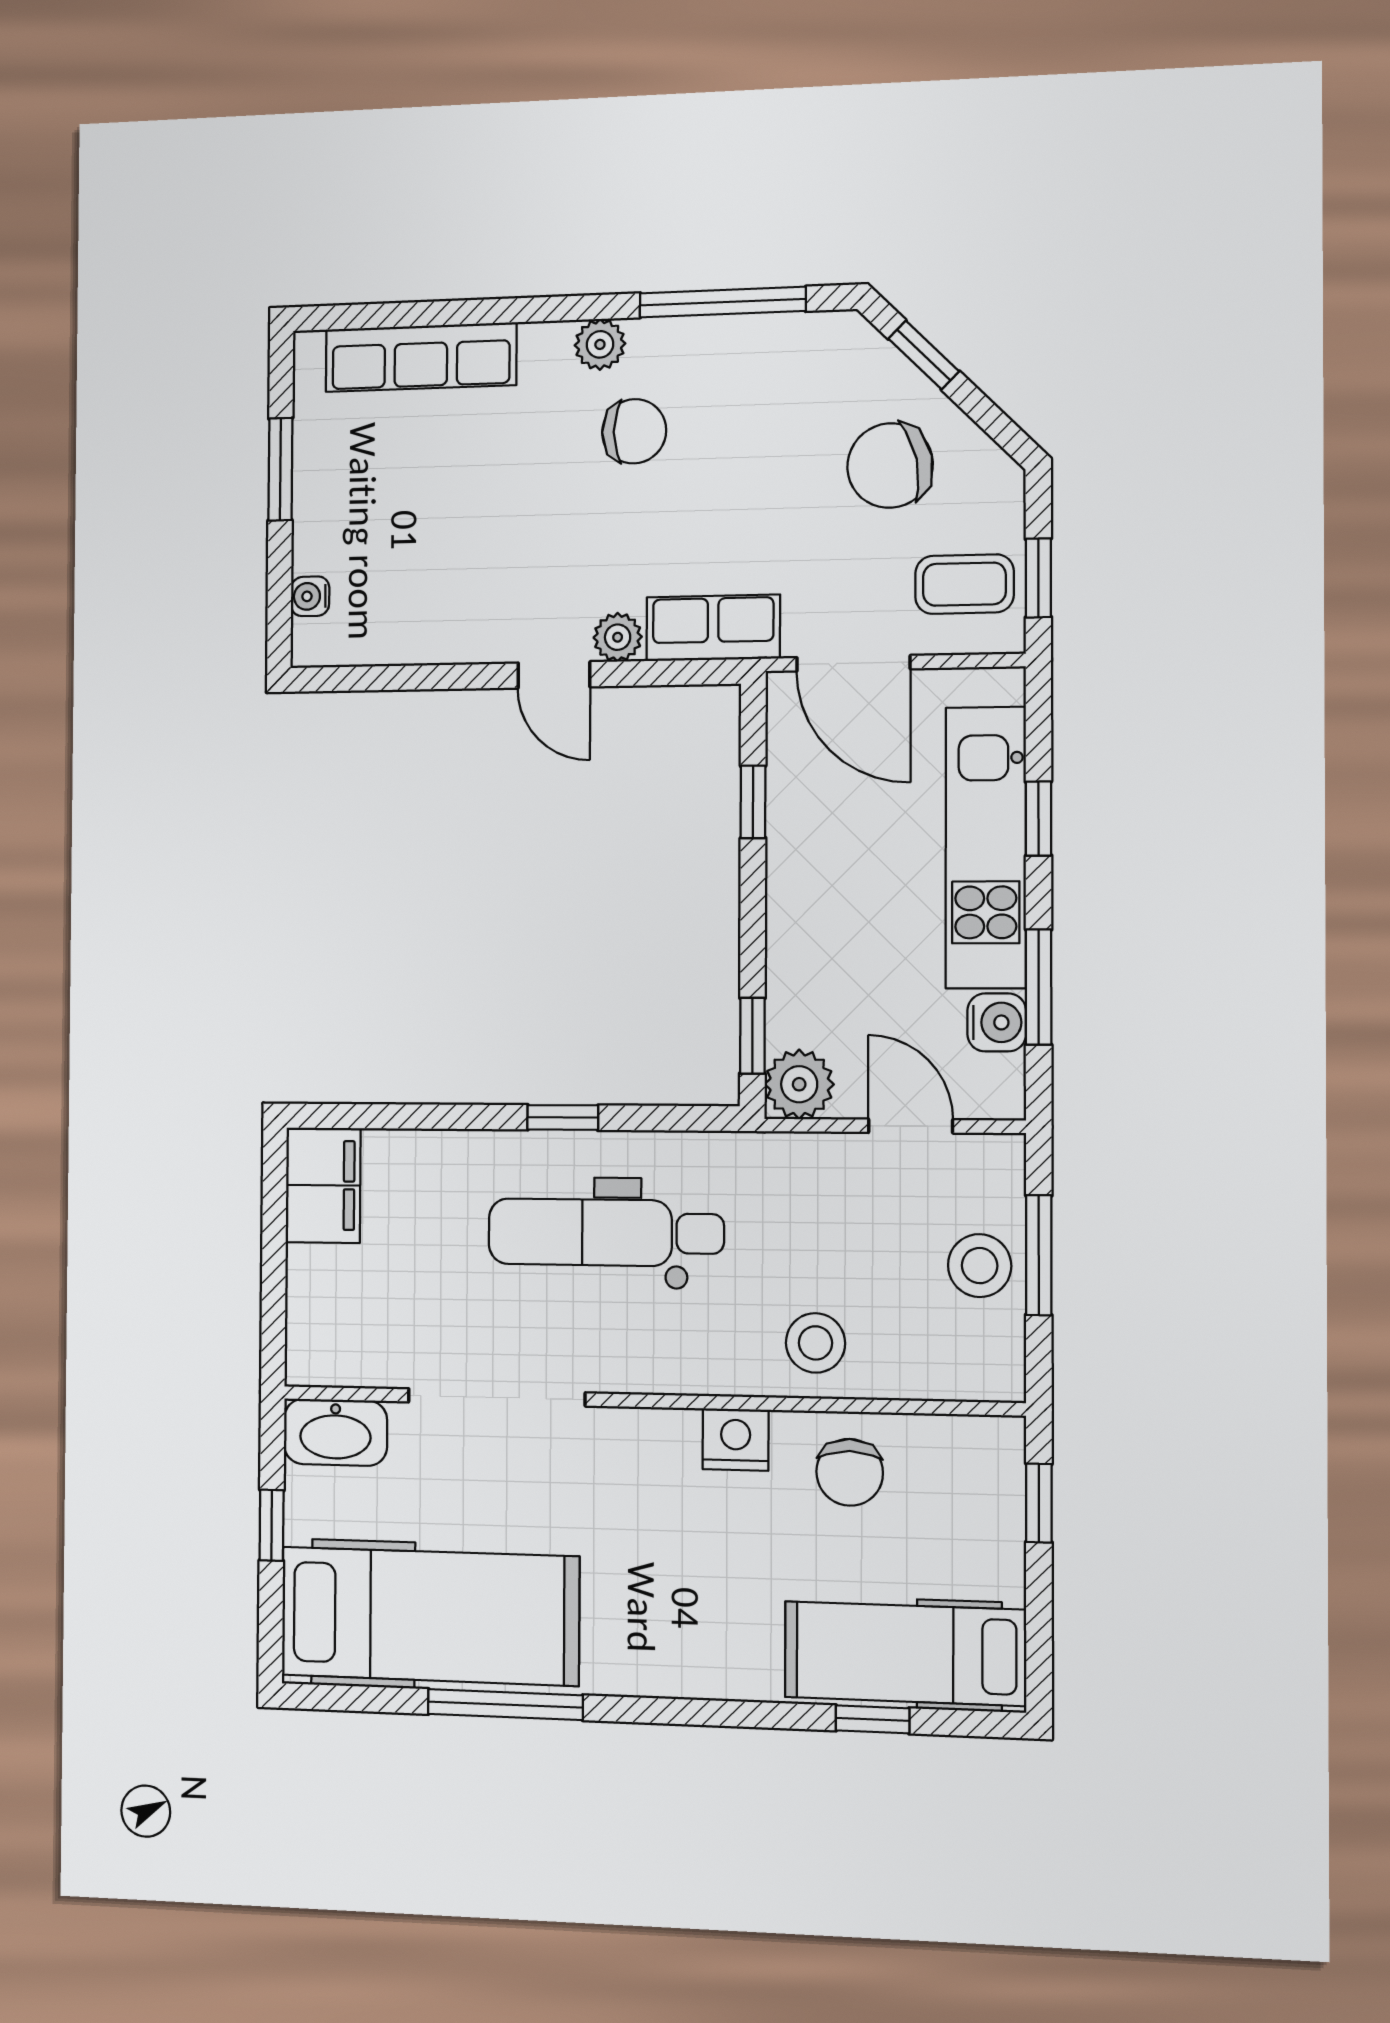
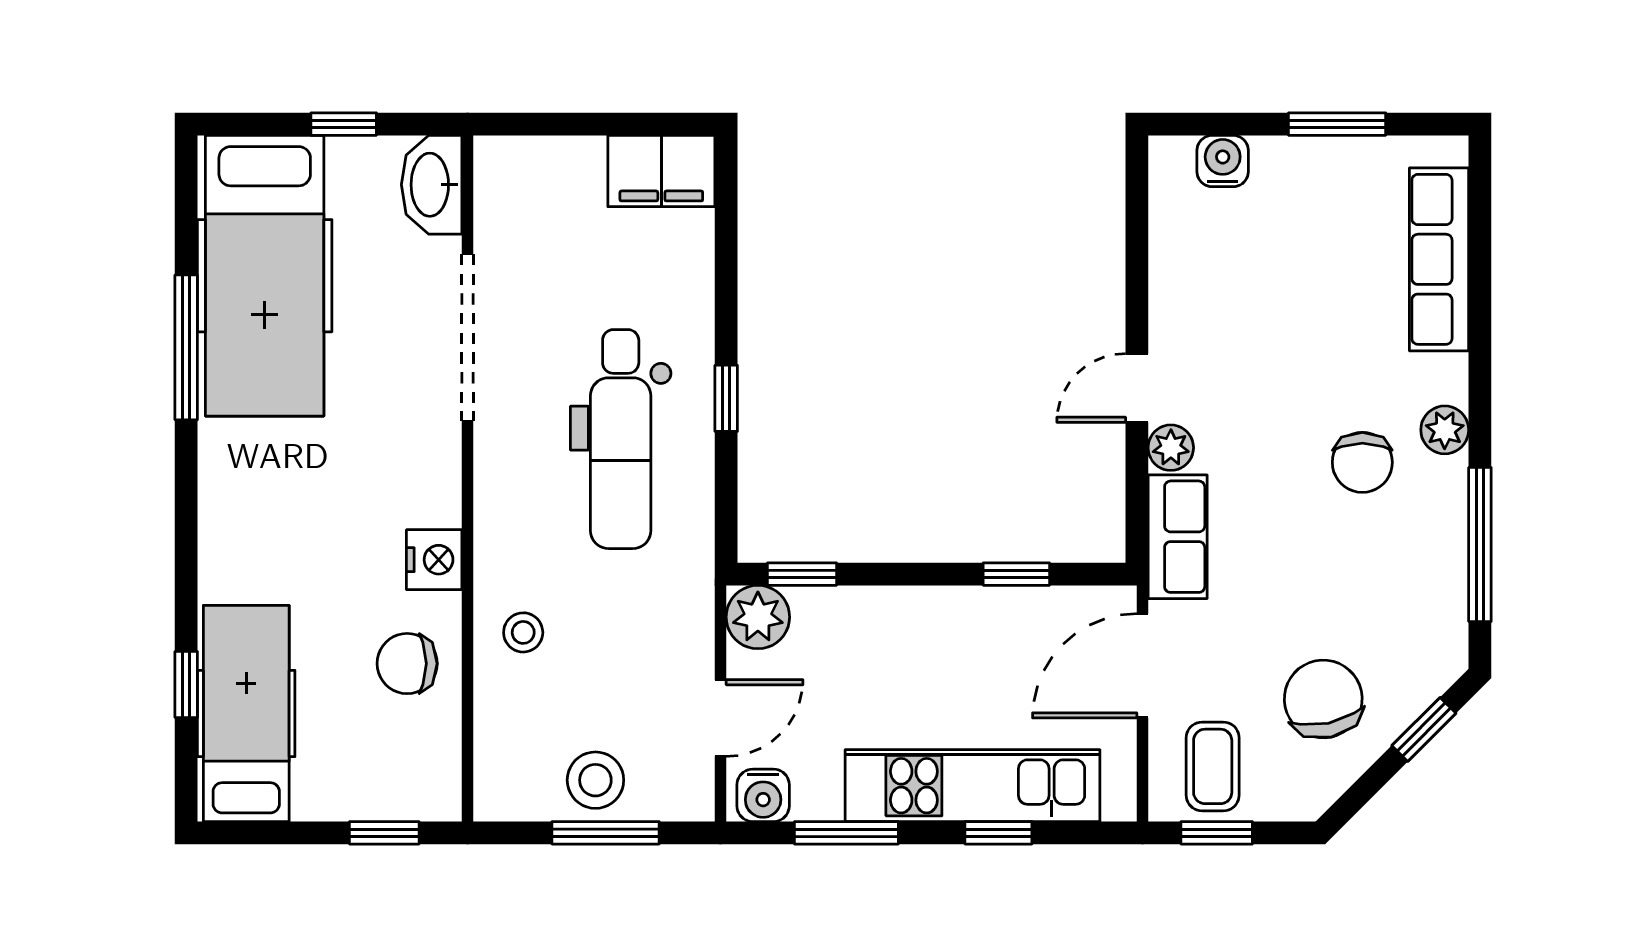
water cooler: (310, 596) -> (1223, 161), width x1.38, depth x1.38
water cooler: (997, 1022) -> (763, 795), moved
dental chair: (606, 1233) -> (621, 439), turned 180
stool: (816, 1343) -> (523, 632), width x0.73, depth x0.73

